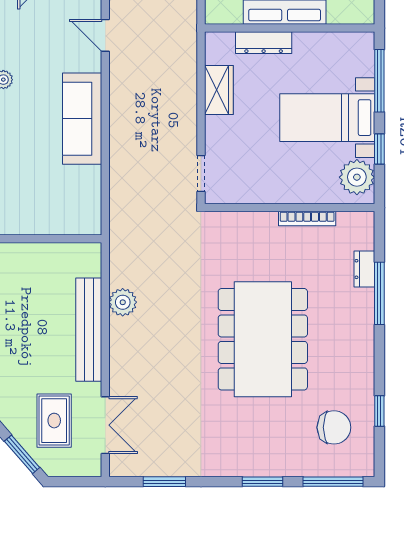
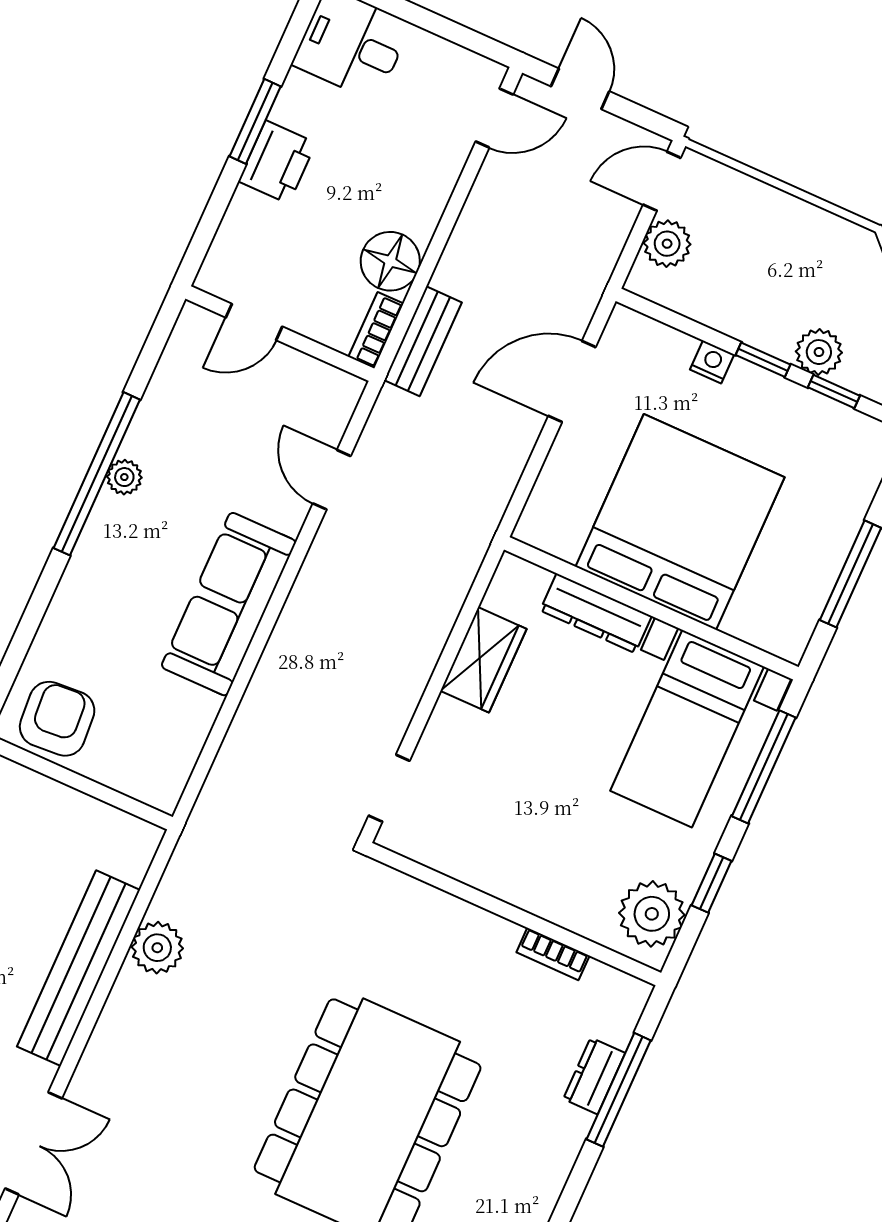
bed with nightstands: (327, 118) -> (687, 729), moved, turned -90
armchair: (24, 212) -> (57, 719), added
bookcase: (307, 218) -> (553, 954), width x0.64
window: (379, 293) -> (619, 1090), moved

